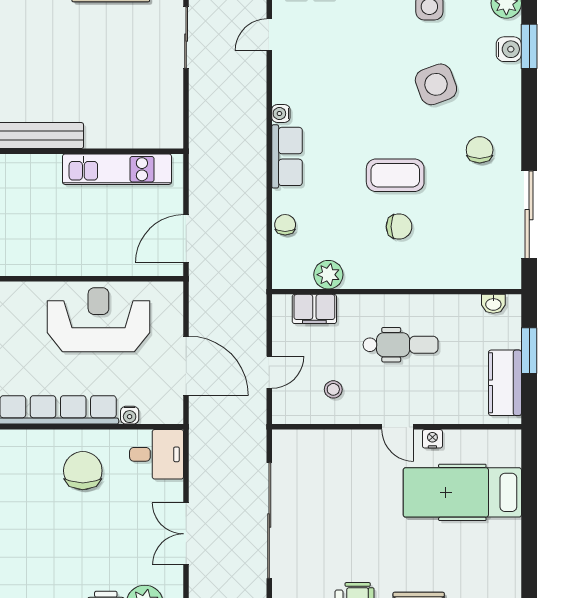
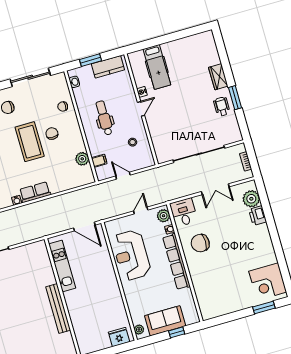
coffee table: (395, 175) -> (30, 142), width x1.36, depth x1.32
chair: (285, 225) -> (63, 107), moved
filing cabinet: (314, 309) -> (99, 161), width x0.50
door: (186, 366) -> (141, 210), width x0.53
door: (269, 372) -> (123, 176), moved
plant: (161, 410) -> (164, 216), added
hospital bed: (462, 492) -> (157, 67), width x0.73, depth x0.78

